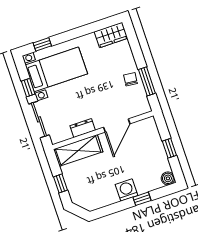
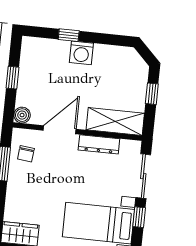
chair: (130, 79) -> (26, 154), moved
dresser: (83, 128) -> (99, 144), width x1.44
boiler: (168, 178) -> (22, 115), moved

